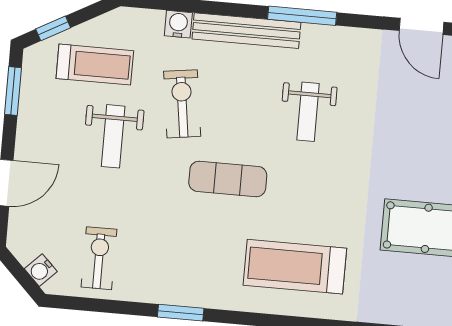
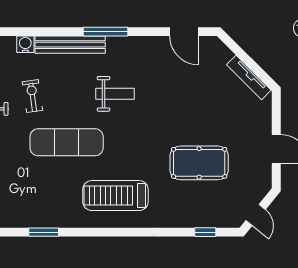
exercise bike: (182, 104) -> (32, 96), width x0.73, depth x0.72
weight bench: (308, 112) -> (115, 94), turned -90
exercise mat: (228, 179) -> (67, 142), width x1.36, depth x1.45

